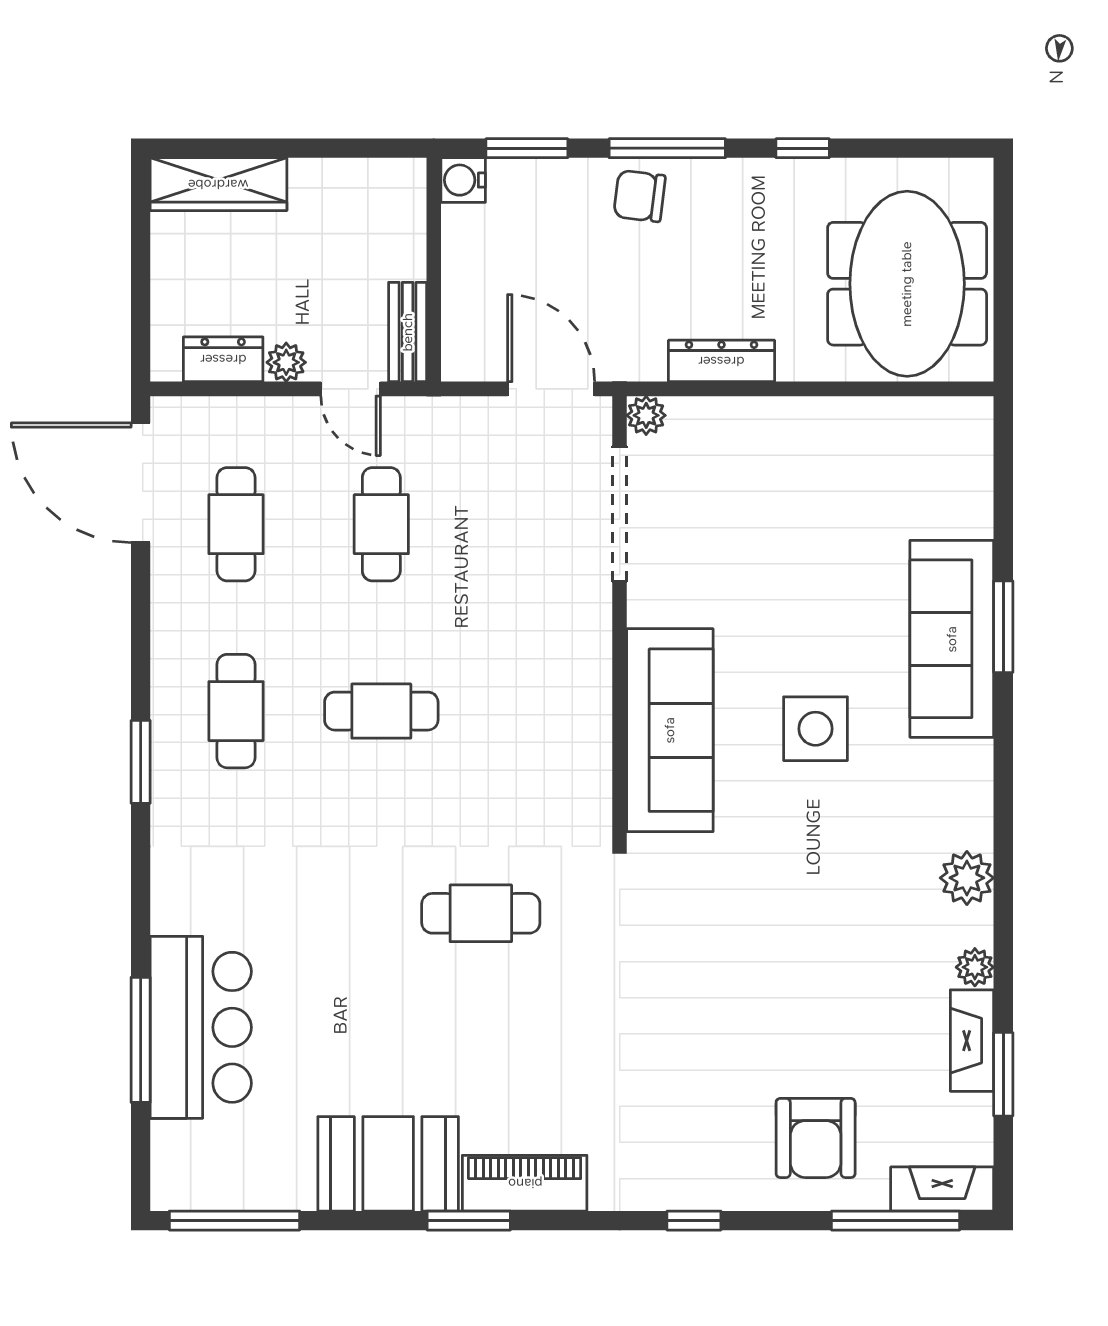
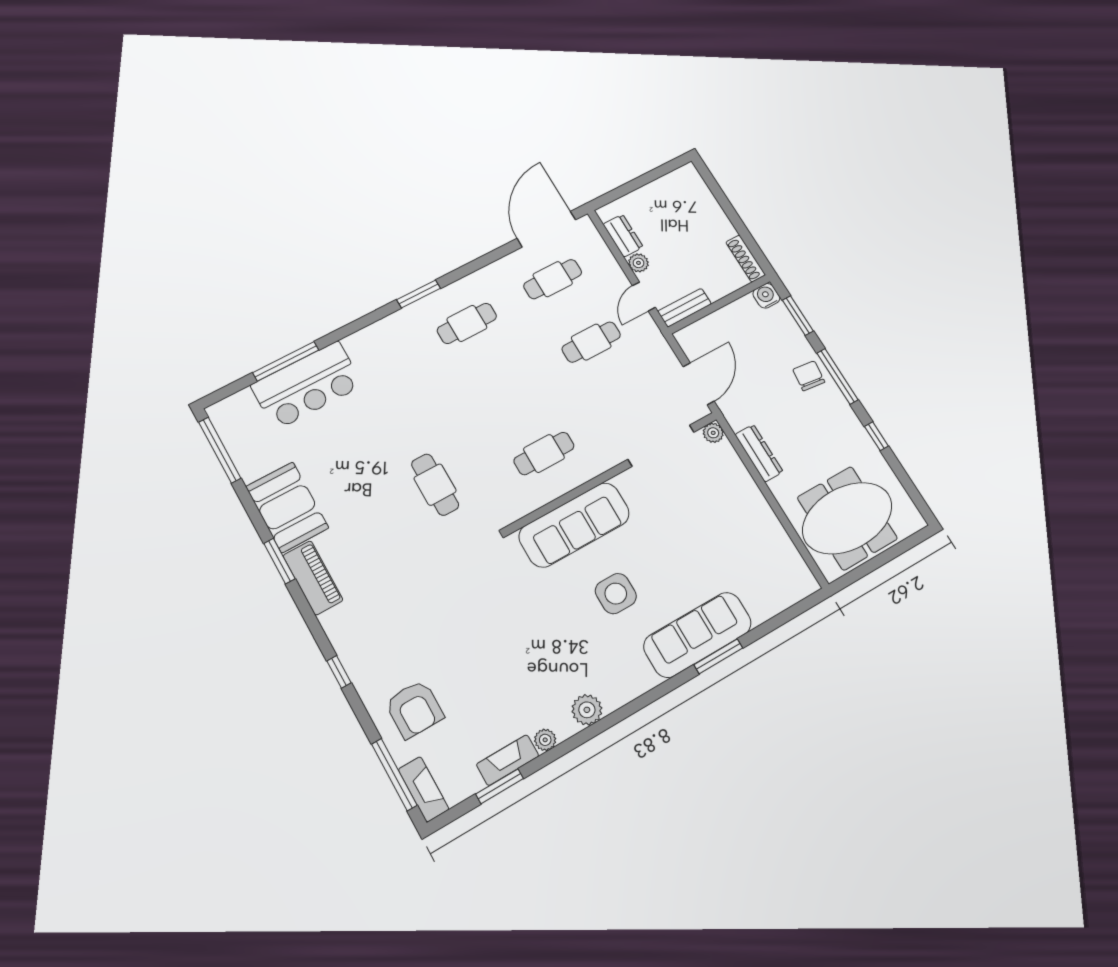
shoe rack: (378, 174) -> (746, 259), added
wardrobe: (218, 184) -> (698, 194), removed
cafe table: (381, 711) -> (544, 453), moved, turned 90
armchair: (816, 1138) -> (414, 709), turned -90

